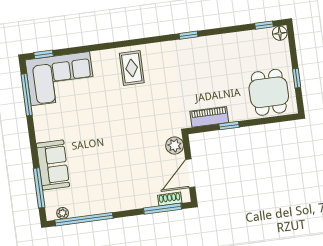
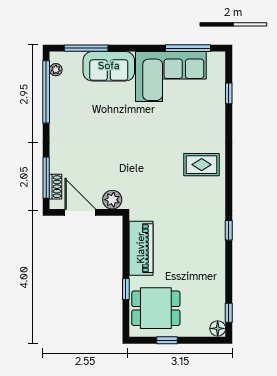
window: (44, 54) -> (229, 93), moved
corner sofa: (60, 79) -> (171, 77), moved, turned -90
piano: (209, 117) -> (141, 248), width x1.37, depth x1.33
window: (229, 126) -> (126, 289), moved

